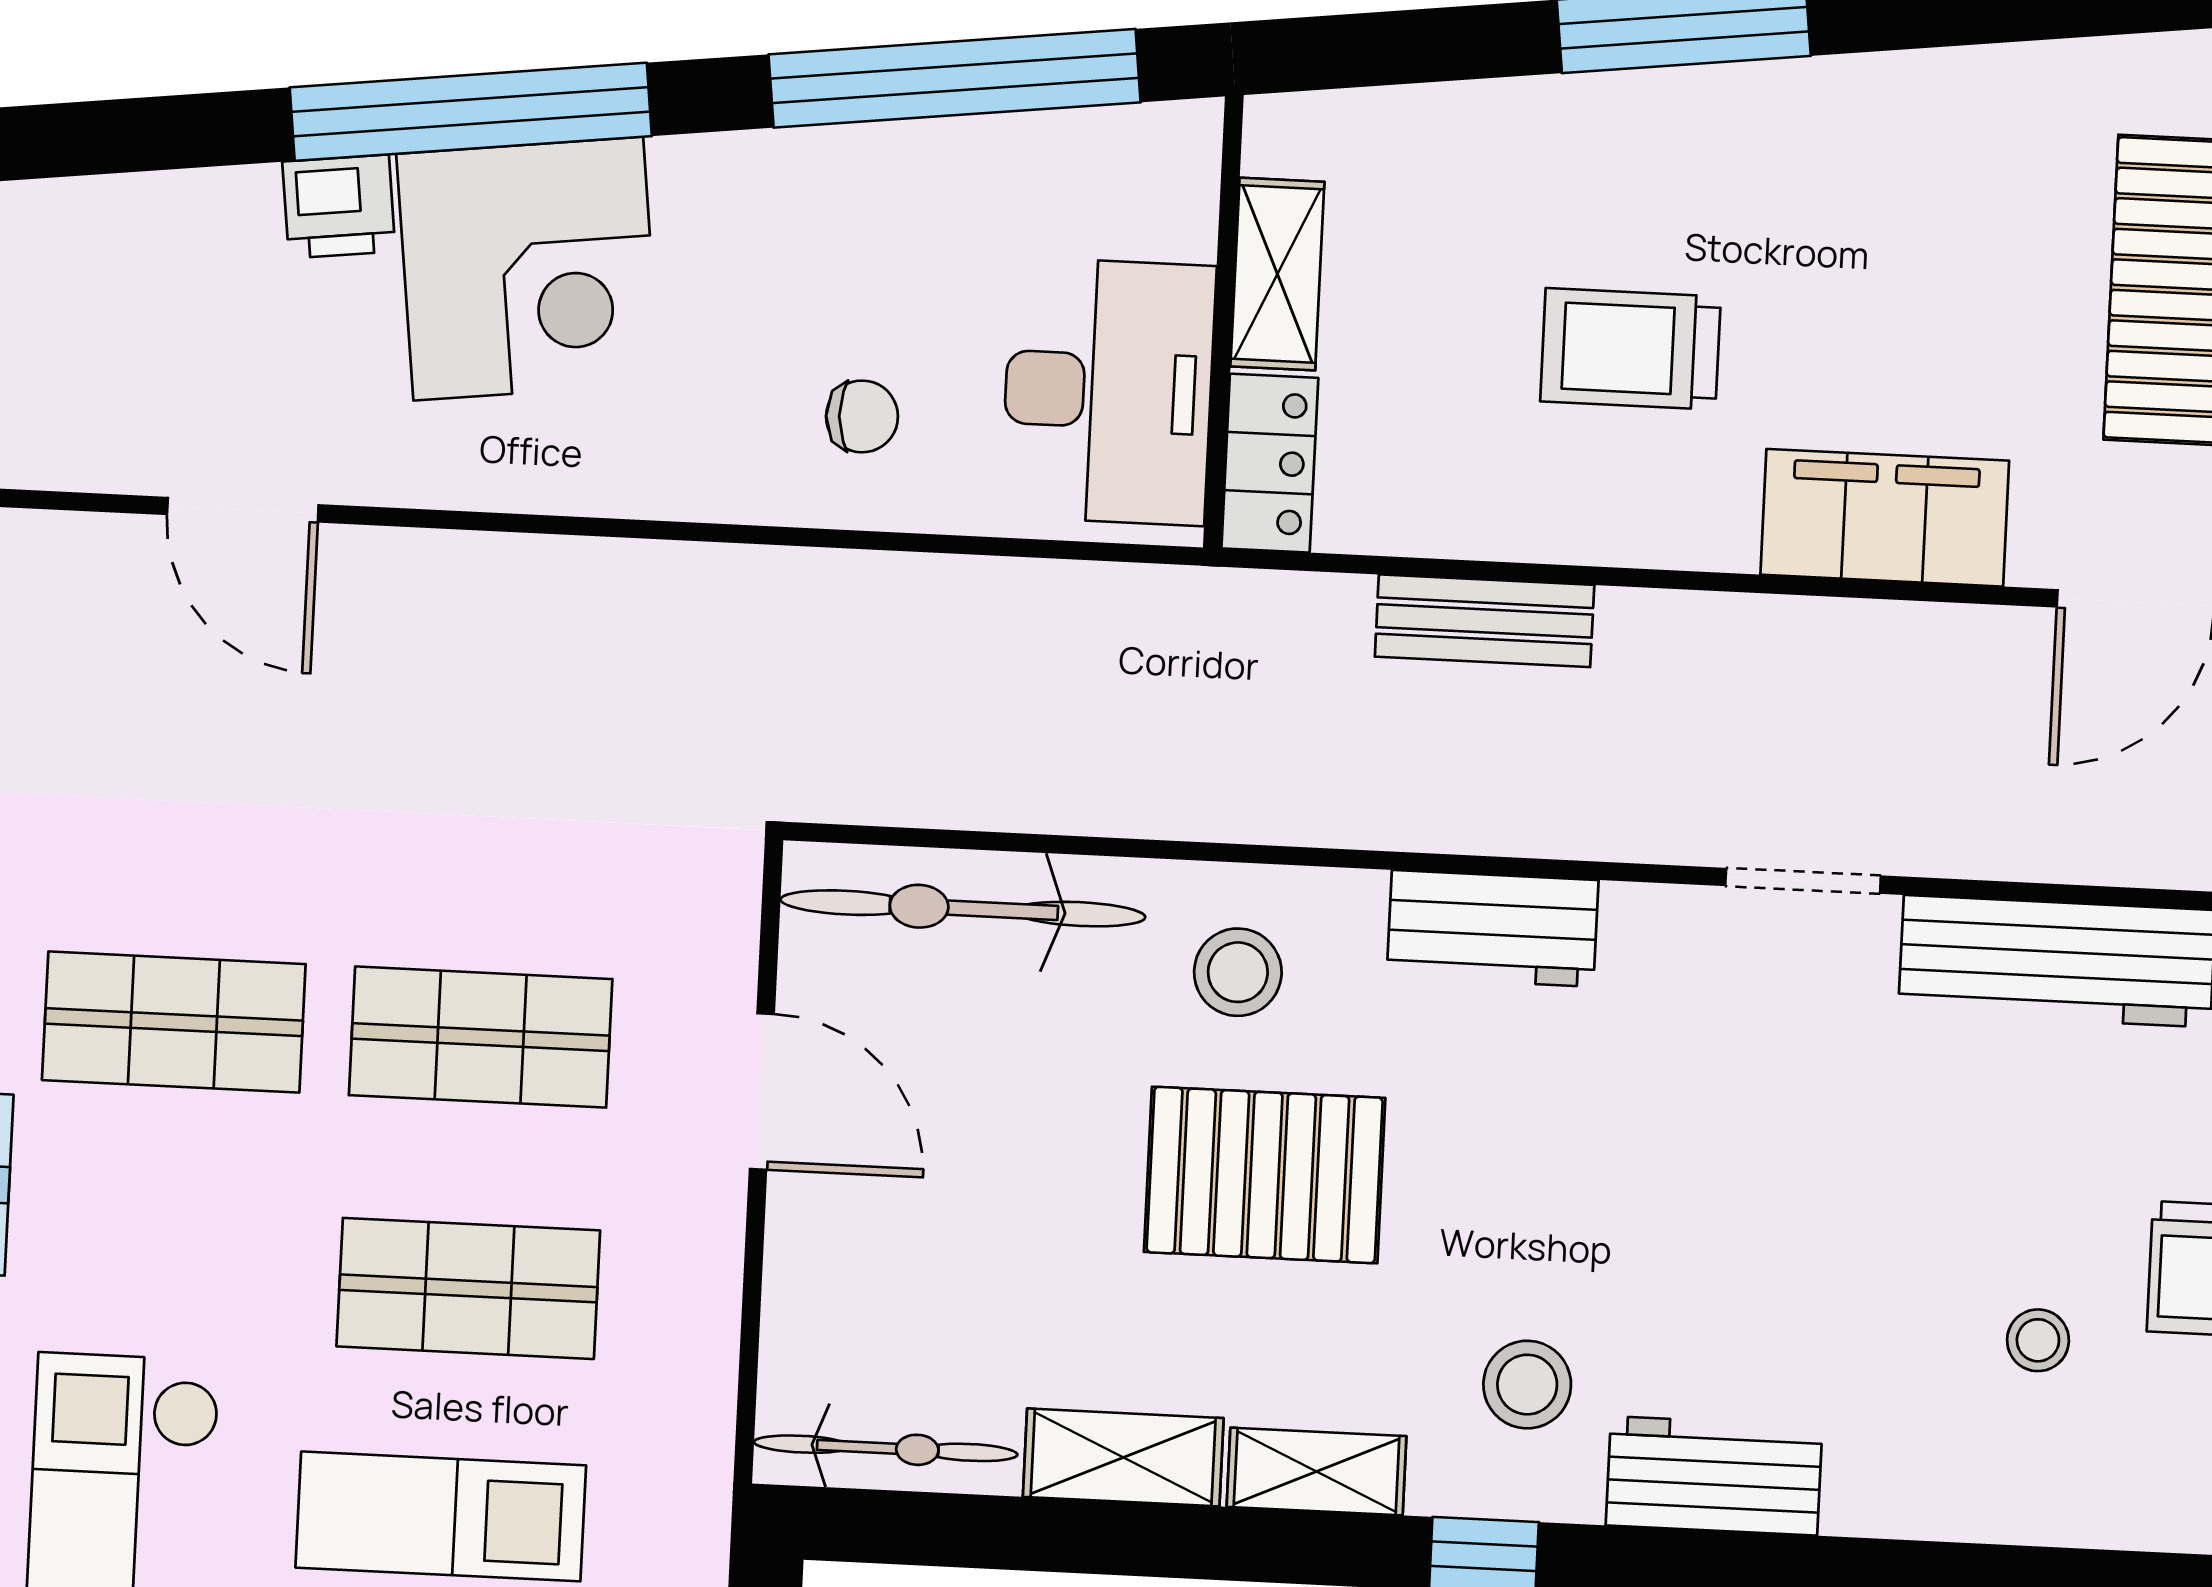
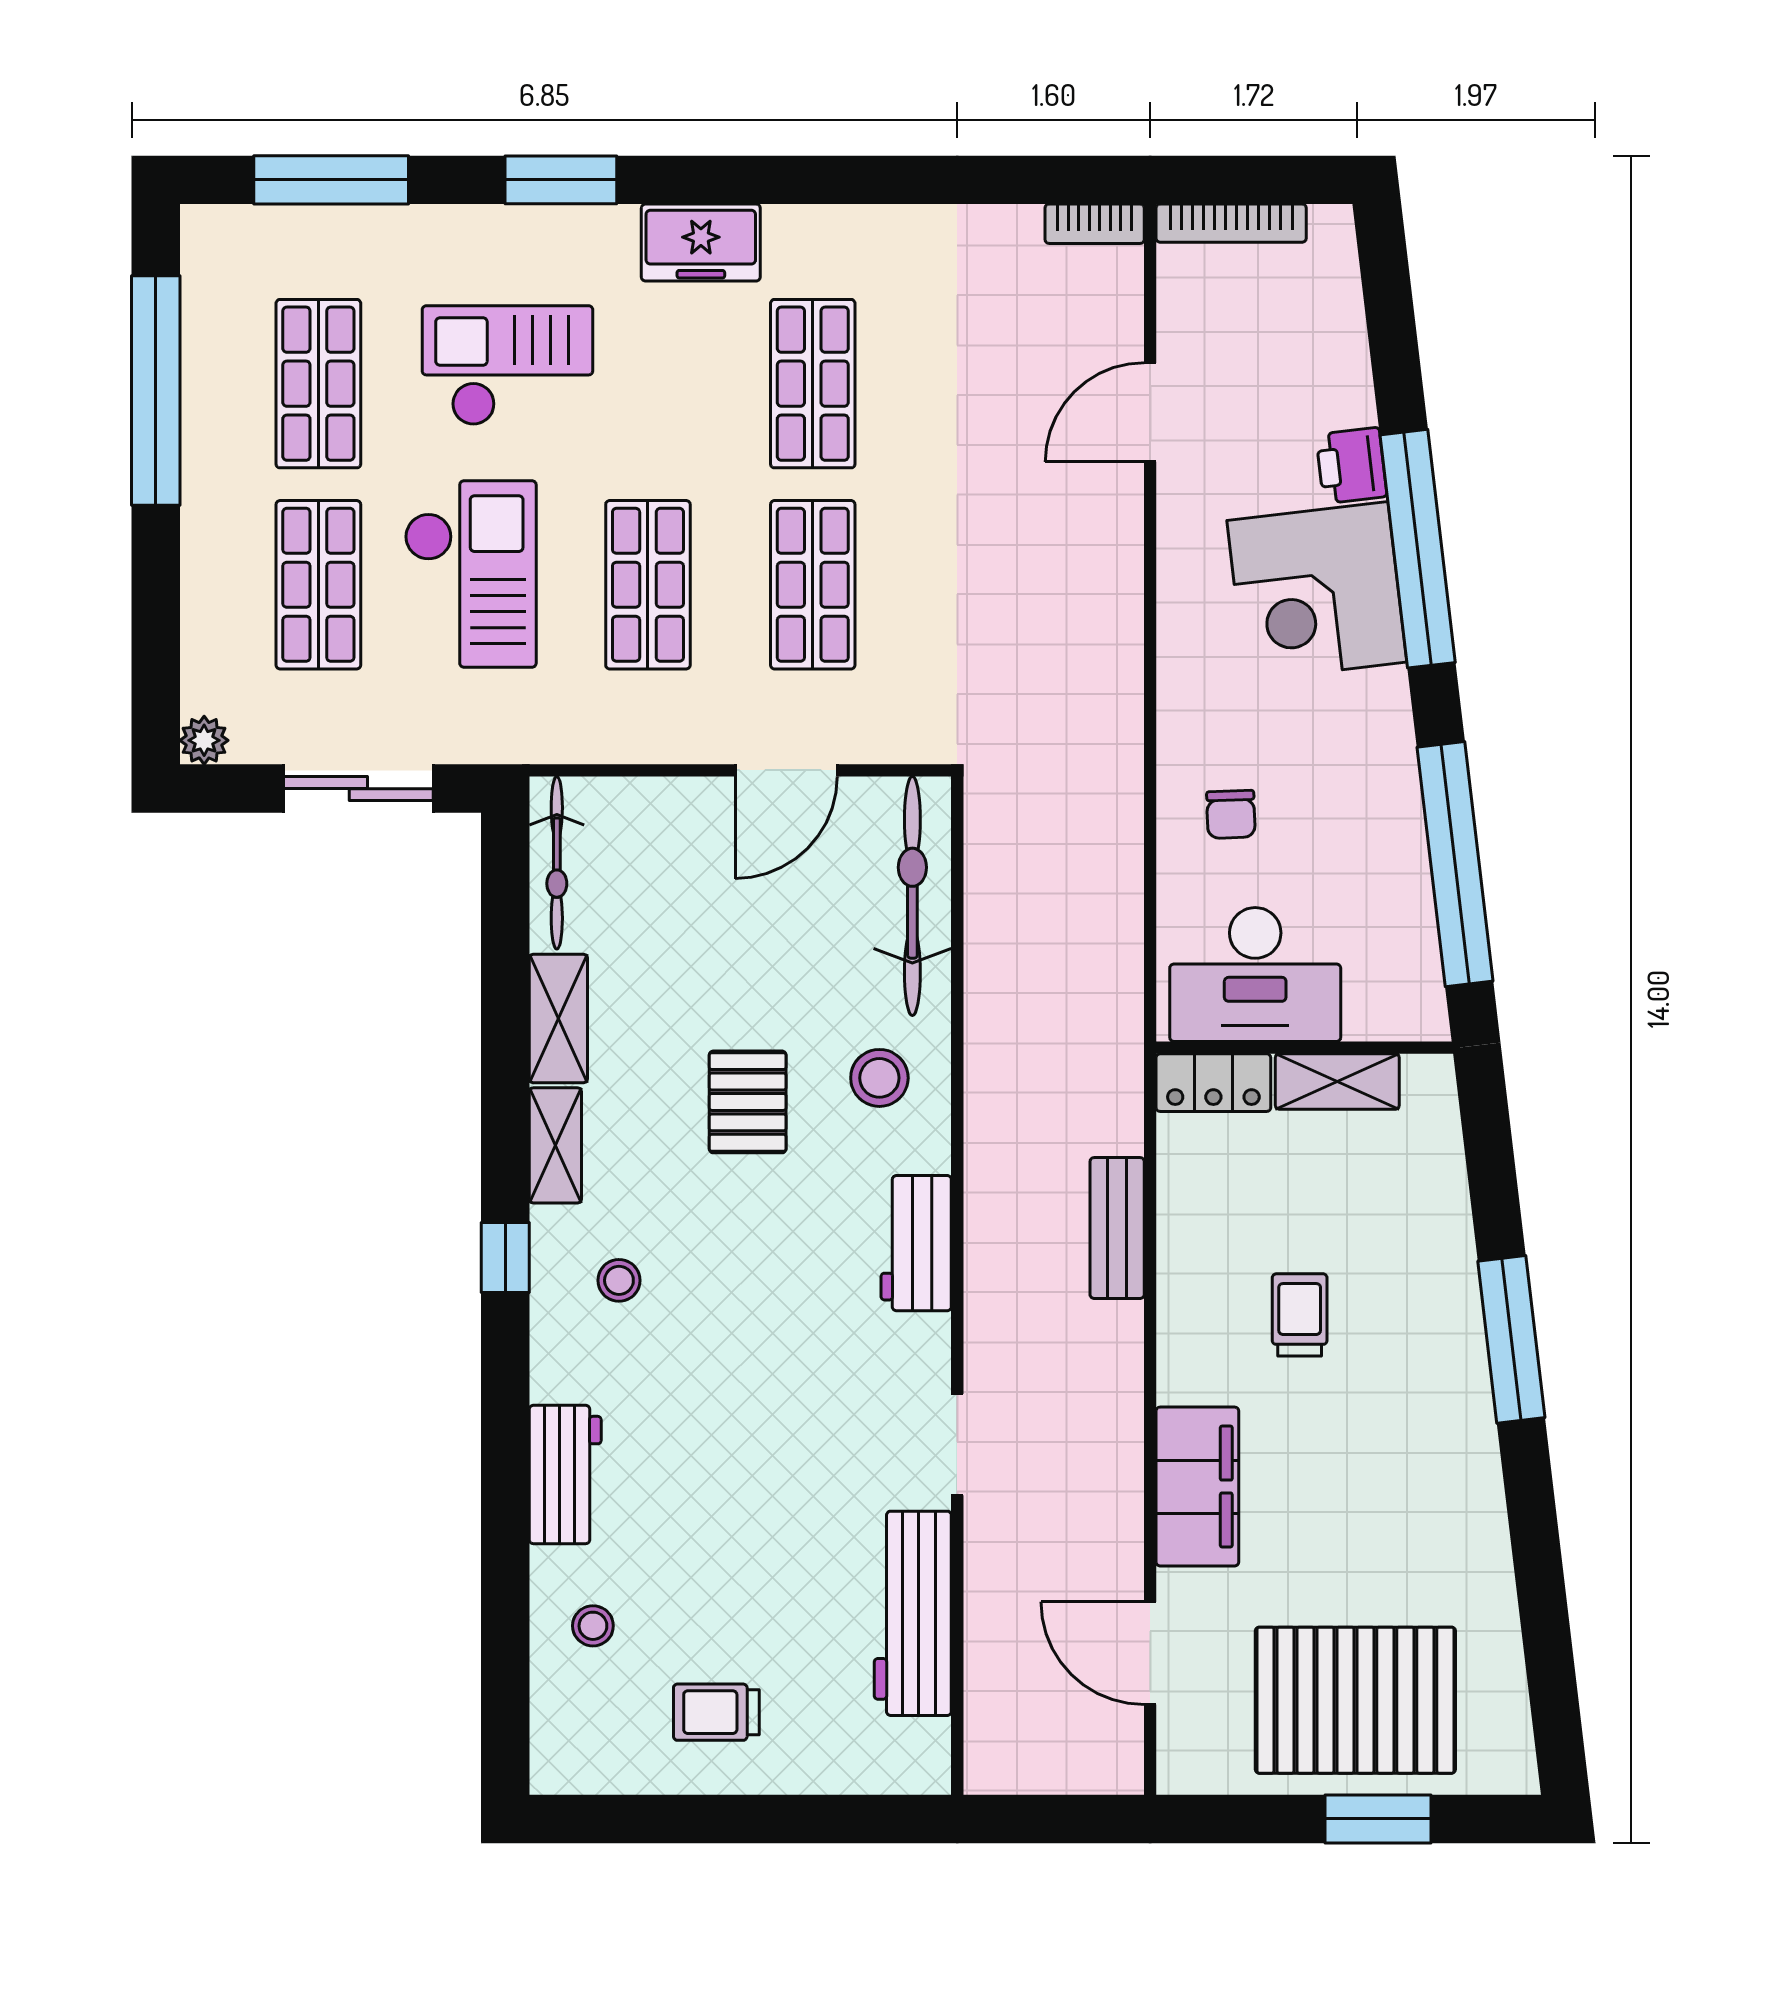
trolley: (1630, 349) -> (1300, 1315), width x0.73, depth x0.72
pallet: (1265, 1175) -> (748, 1102), width x0.67, depth x0.71
stool: (2038, 1340) -> (593, 1626), moved
stool: (1527, 1385) -> (619, 1280), width x0.73, depth x0.73
workbench: (1714, 1476) -> (565, 1474), moved

